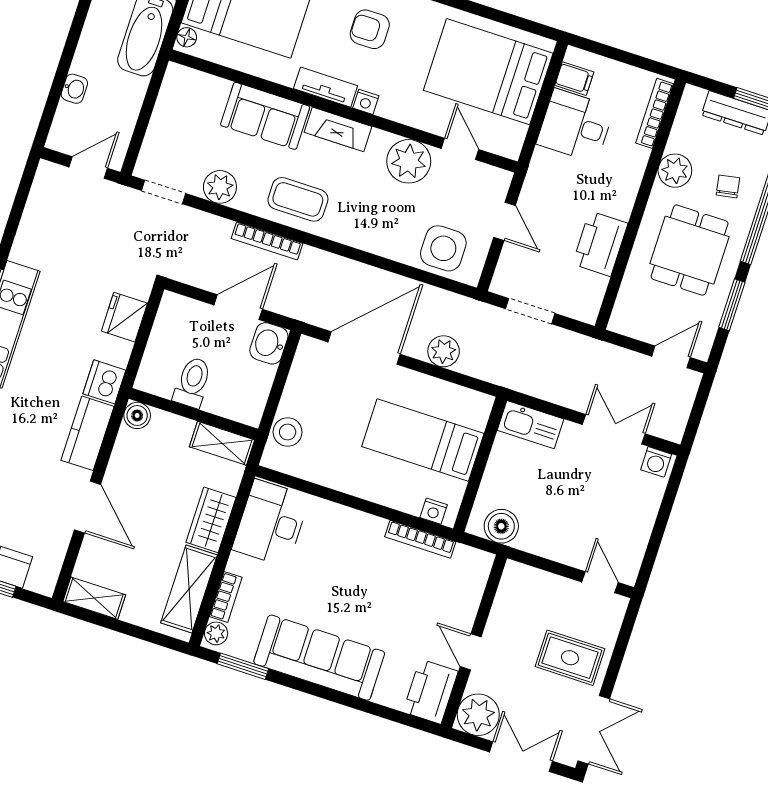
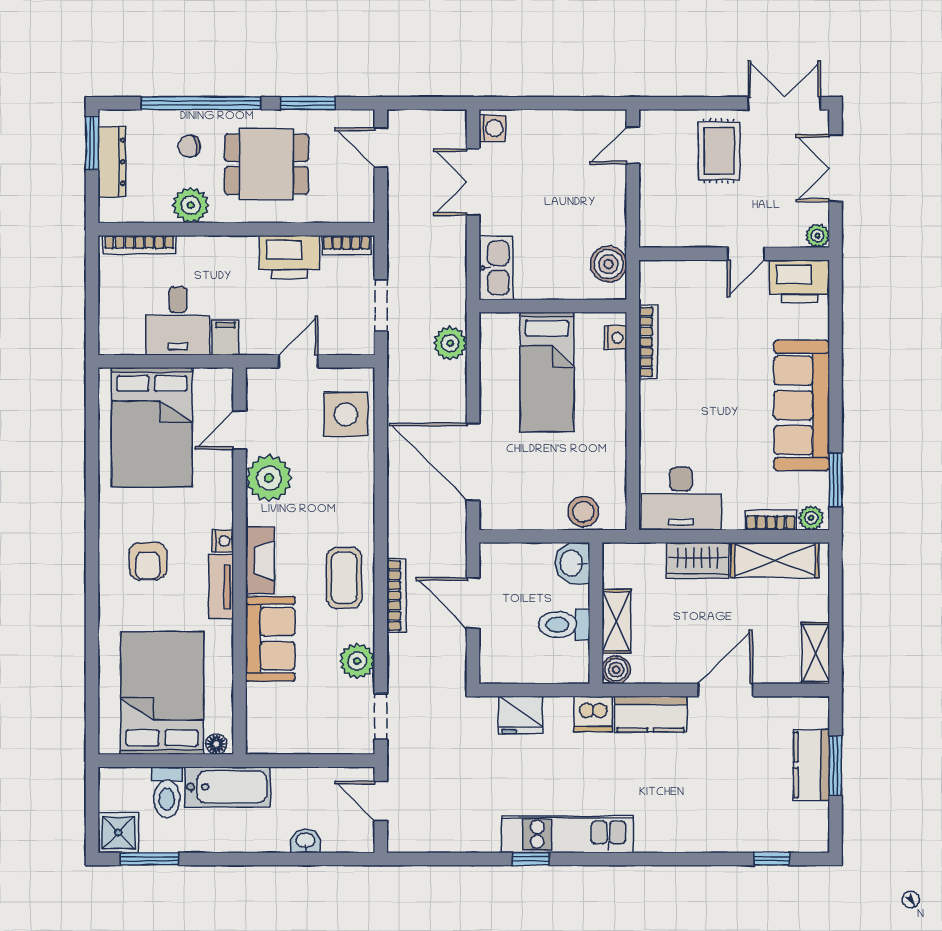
filing cabinet: (574, 79) -> (225, 337), moved
bookcase: (594, 298) -> (346, 245), added
washbasin: (269, 343) -> (572, 563), moved, turned 90
plant: (444, 351) -> (450, 343), moved
shelving: (222, 443) -> (616, 621), moved
plant: (478, 715) -> (818, 236), width x0.53, depth x0.53

